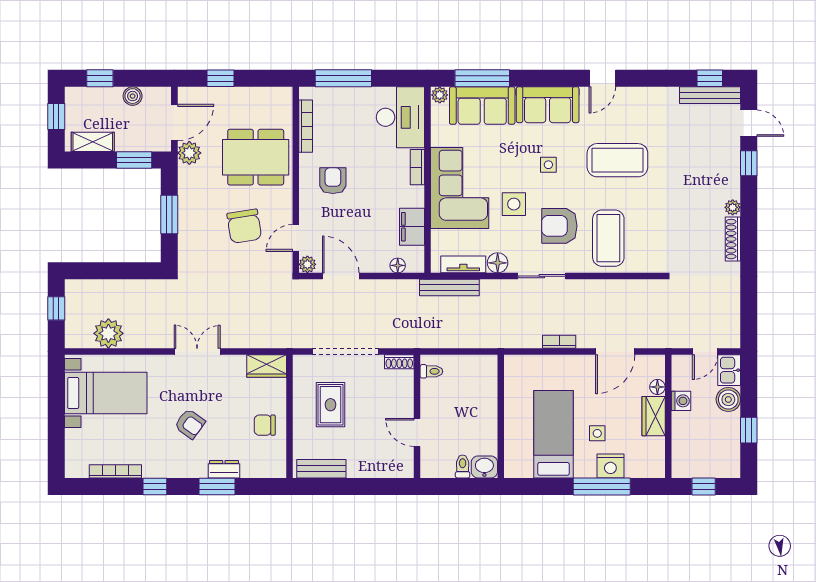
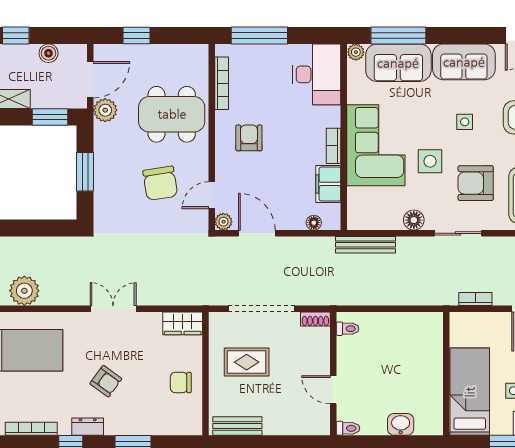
bookcase: (417, 167) -> (333, 146), moved
tv unit: (463, 264) -> (380, 222), removed
rug: (331, 405) -> (247, 362), turned 90
wall: (501, 416) -> (446, 374), moved
toilet: (463, 466) -> (348, 428), moved, turned 90
dresser: (224, 469) -> (88, 427), moved

